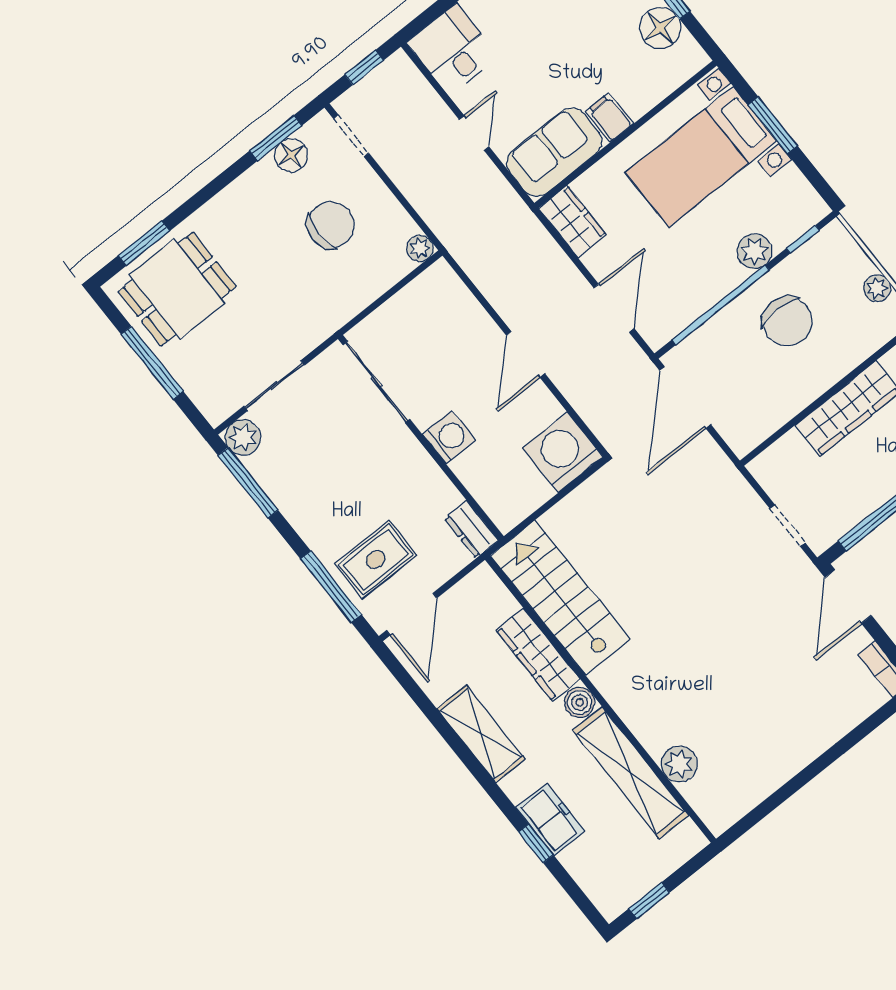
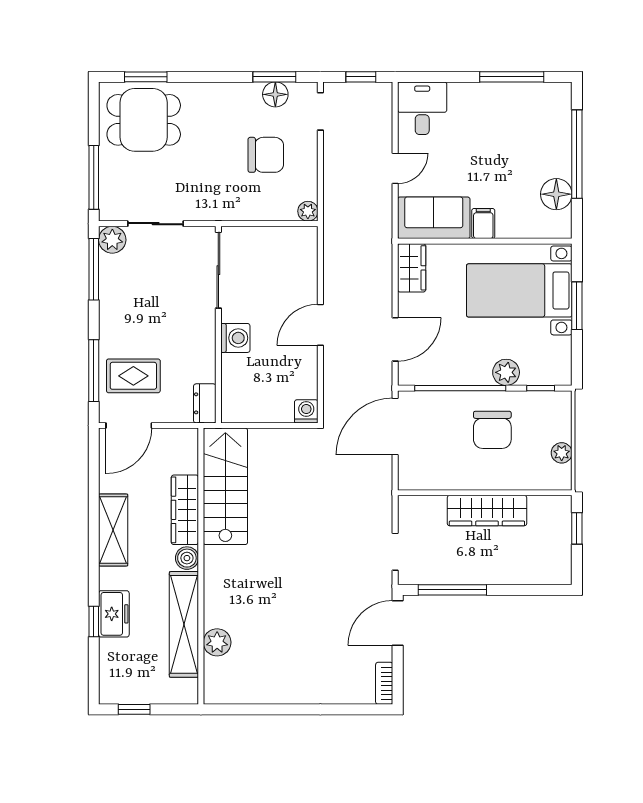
window: (152, 363) -> (94, 177), moved
washing machine: (563, 452) -> (306, 411), width x0.53, depth x0.53

